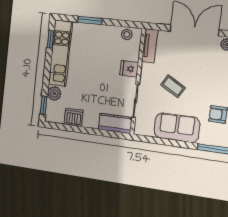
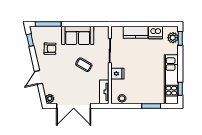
plant: (54, 93) -> (173, 38), moved
kitchen counter: (115, 123) -> (136, 32), moved

